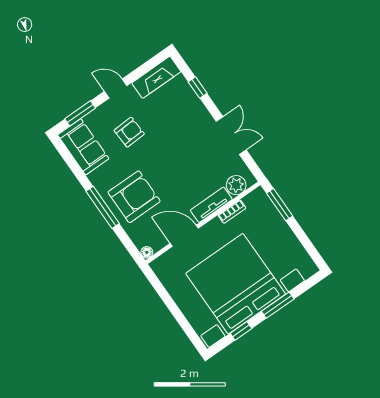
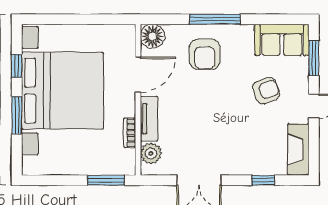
armchair: (129, 132) -> (266, 90), turned -106
armchair: (134, 197) -> (205, 54), width x0.73, depth x0.73
floor lamp: (147, 252) -> (152, 36), width x1.89, depth x1.89

